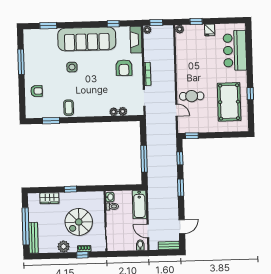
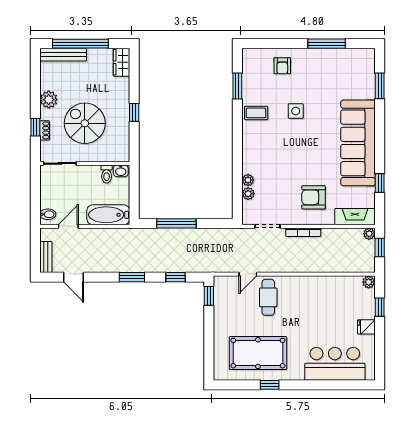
side table: (72, 67) -> (296, 111), moved
wardrobe: (49, 198) -> (121, 62), moved

